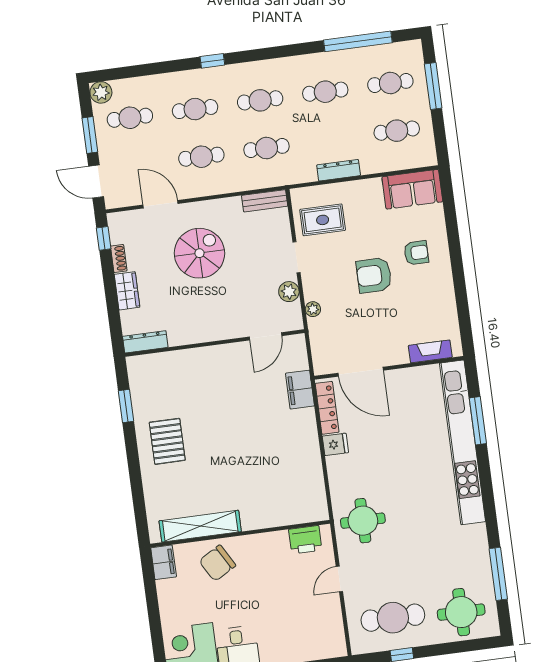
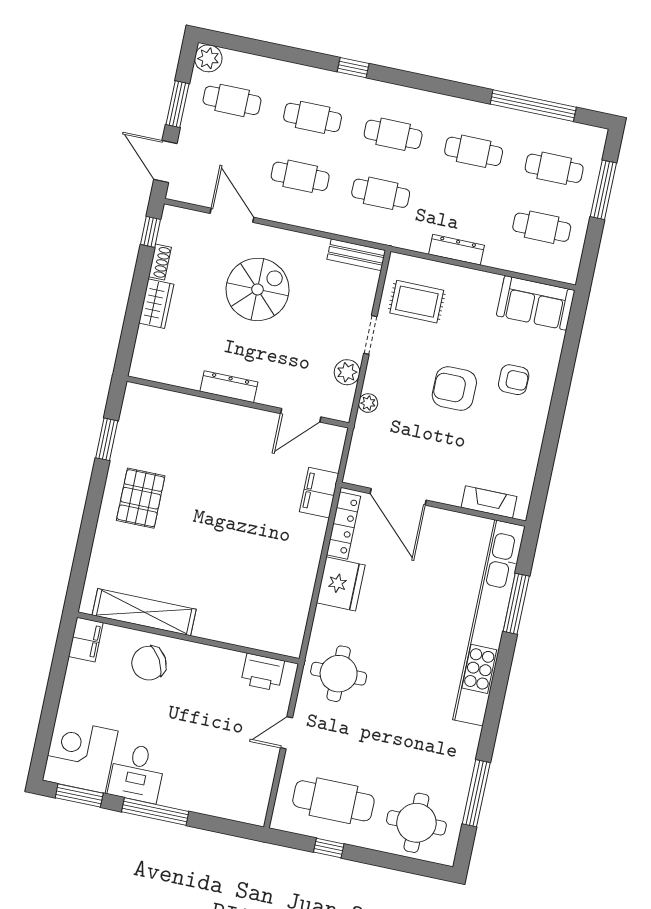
dresser: (145, 342) -> (229, 387), moved
fridge: (335, 444) -> (341, 584), width x1.88, depth x1.34

